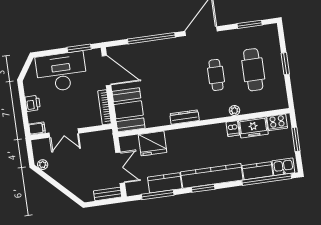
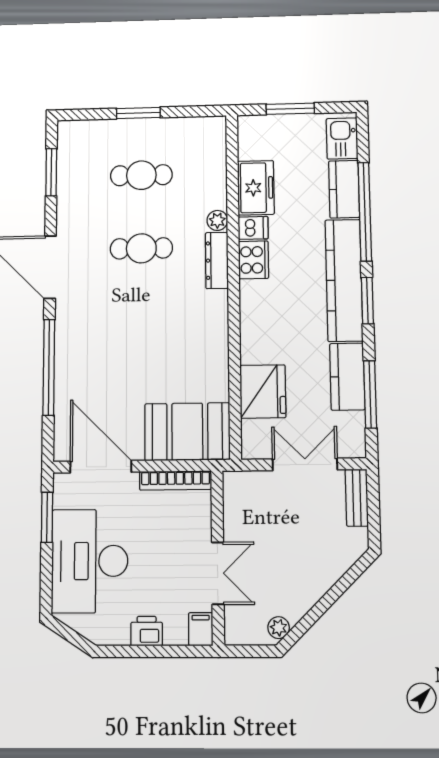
cafe table: (253, 70) -> (141, 175), width x0.73, depth x0.74
door: (106, 71) -> (101, 467), hinge flipped
dresser: (185, 117) -> (217, 260), moved
cooker: (277, 122) -> (253, 260), moved
window: (267, 179) -> (365, 212), moved

